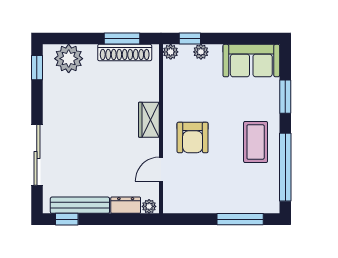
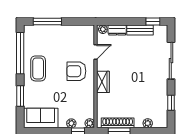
plant: (69, 59) -> (148, 123), width x0.53, depth x0.53
window: (37, 68) -> (171, 103), moved
armchair: (193, 137) -> (76, 71), turned -90
bench: (80, 205) -> (140, 30), width x0.73

